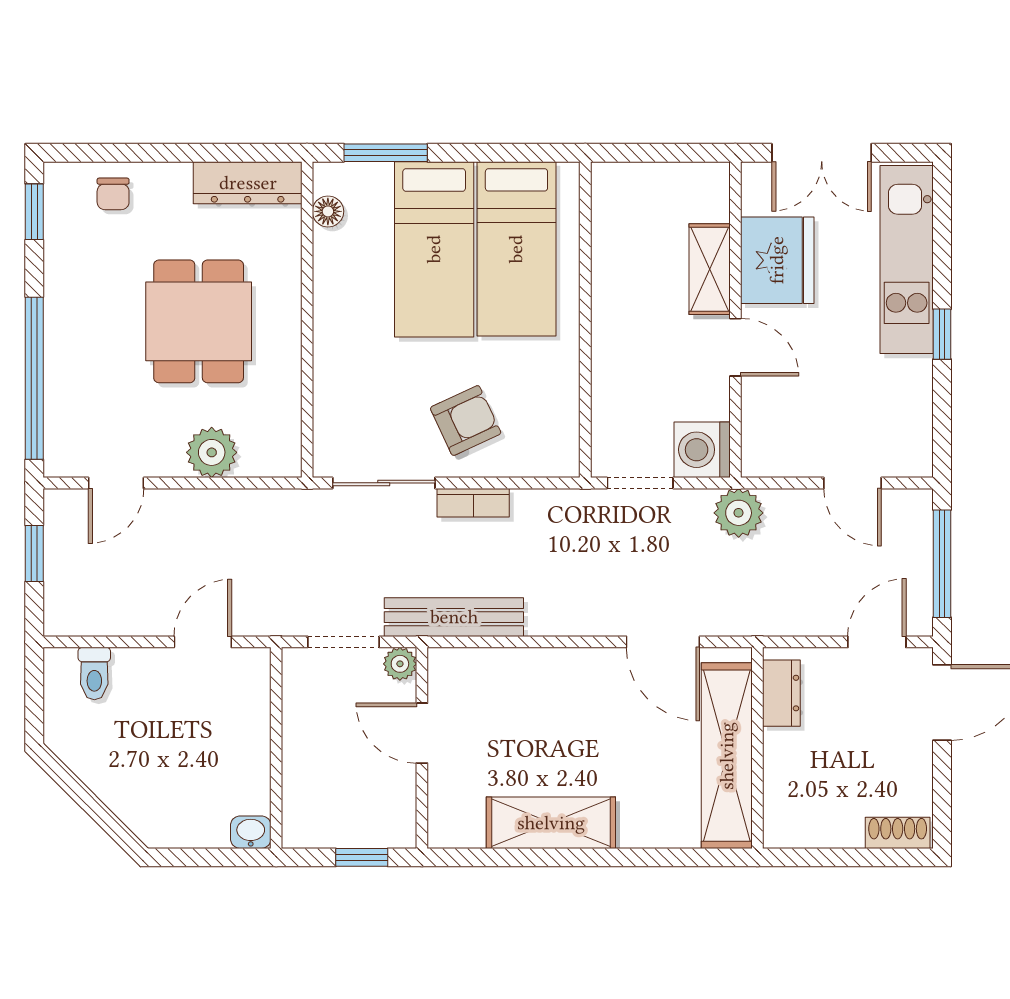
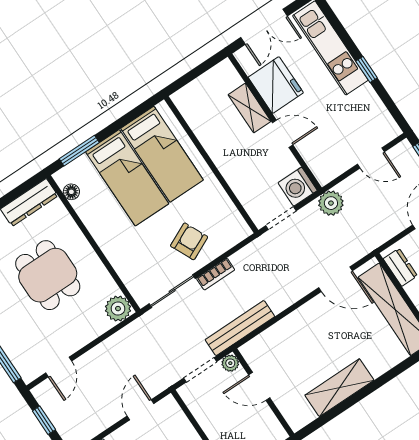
plant: (212, 452) -> (118, 309), moved

